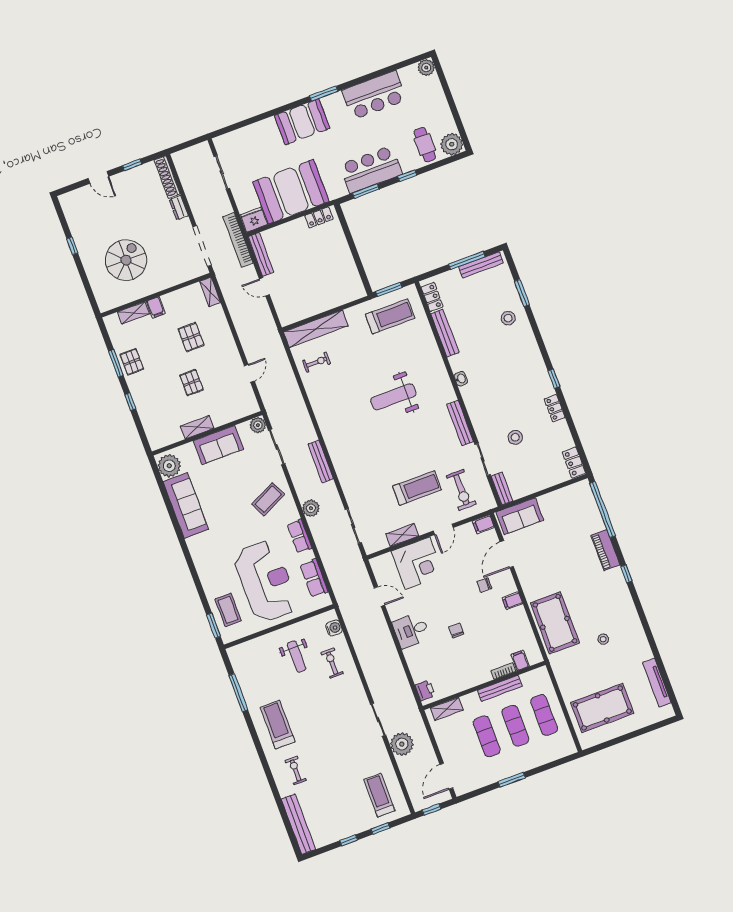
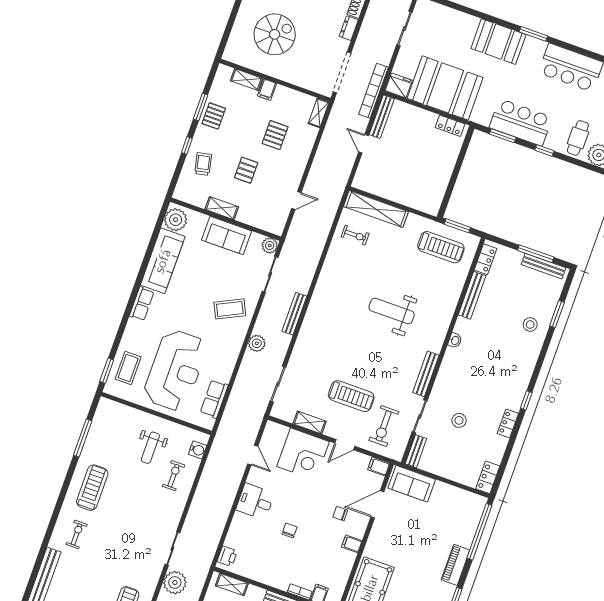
trolley: (155, 405) -> (203, 164), added
row of seats: (299, 536) -> (142, 304), moved, turned 180

